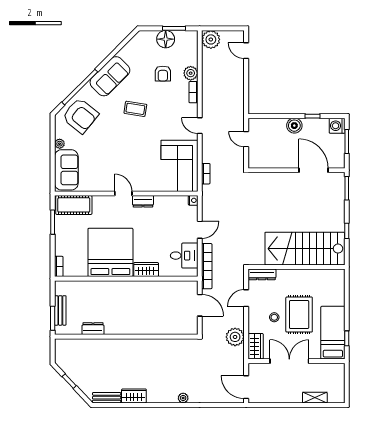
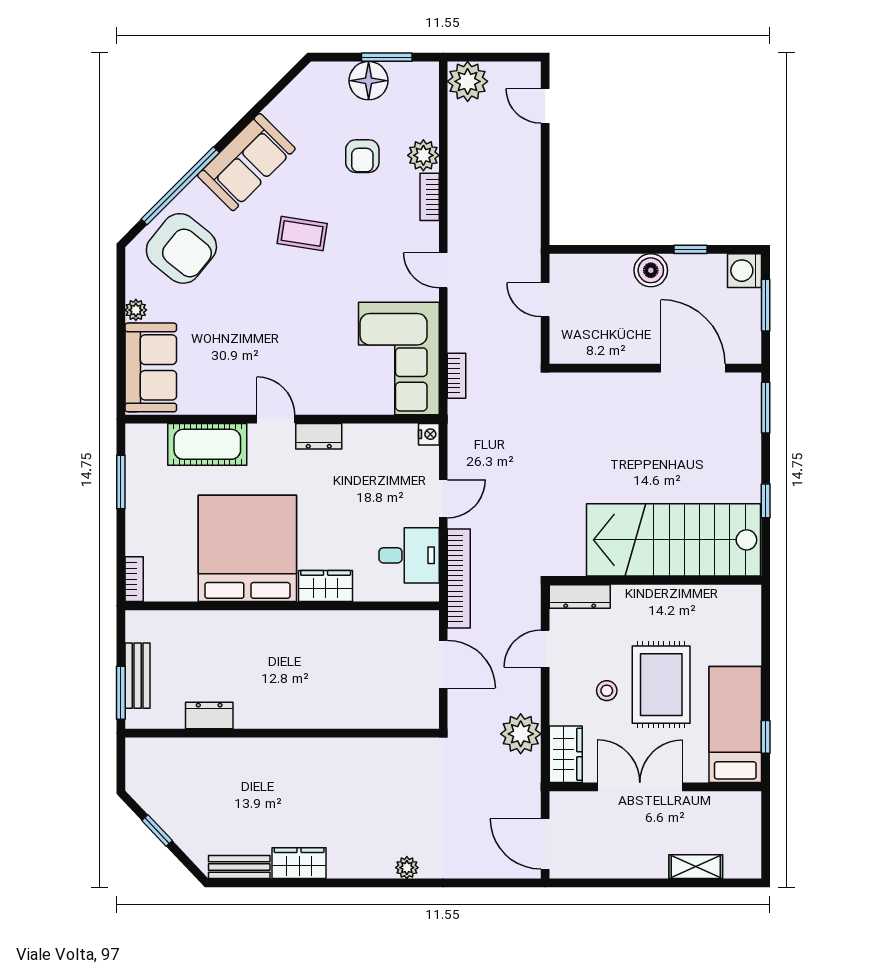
cot: (74, 205) -> (207, 444), moved

